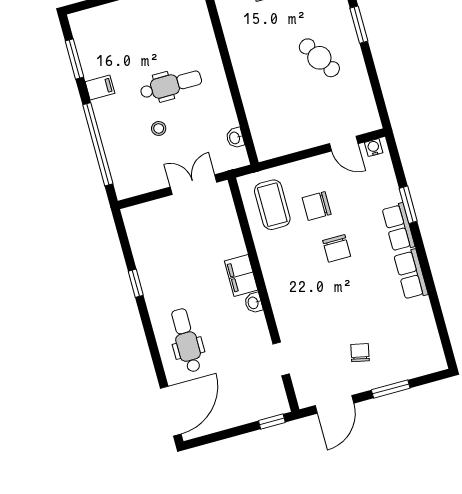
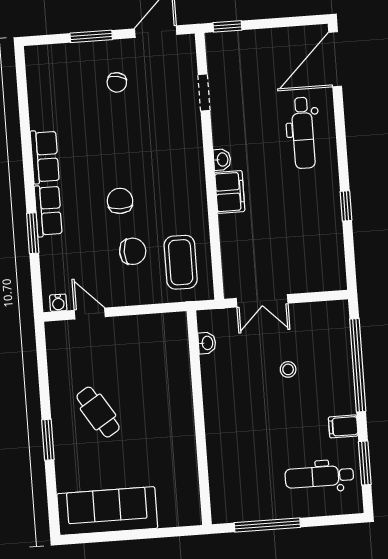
dental chair: (171, 85) -> (319, 477), moved

